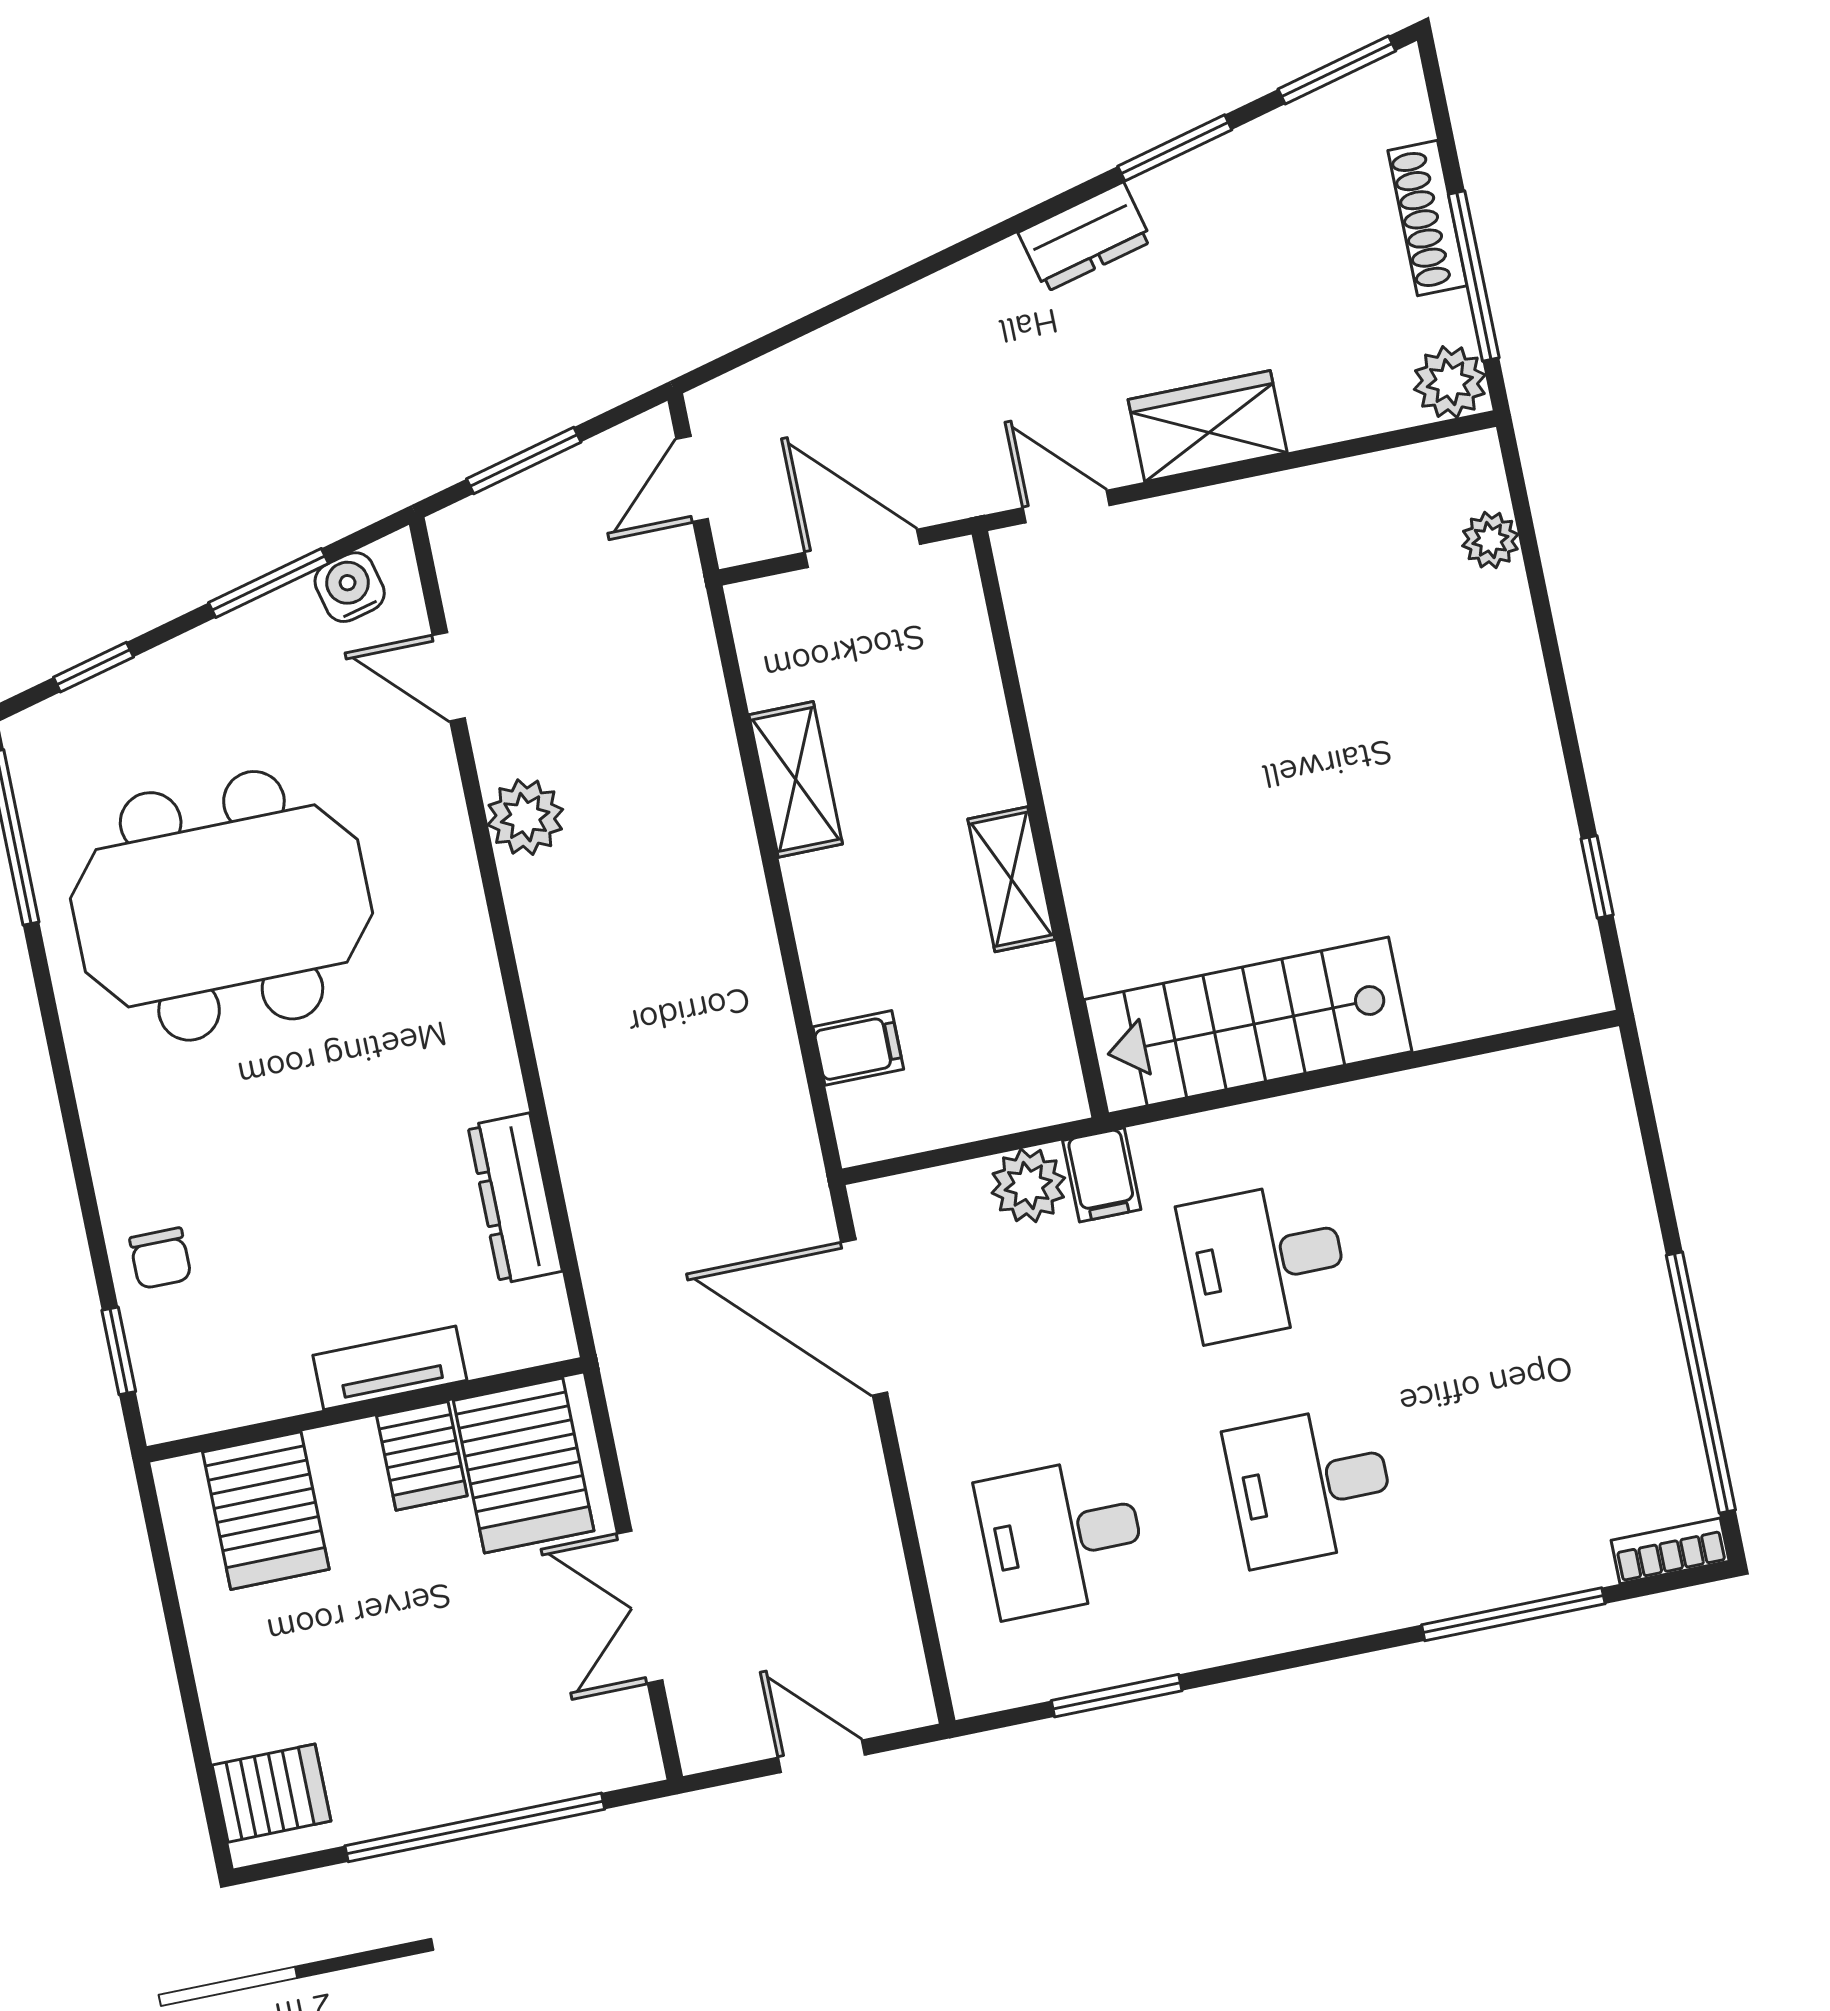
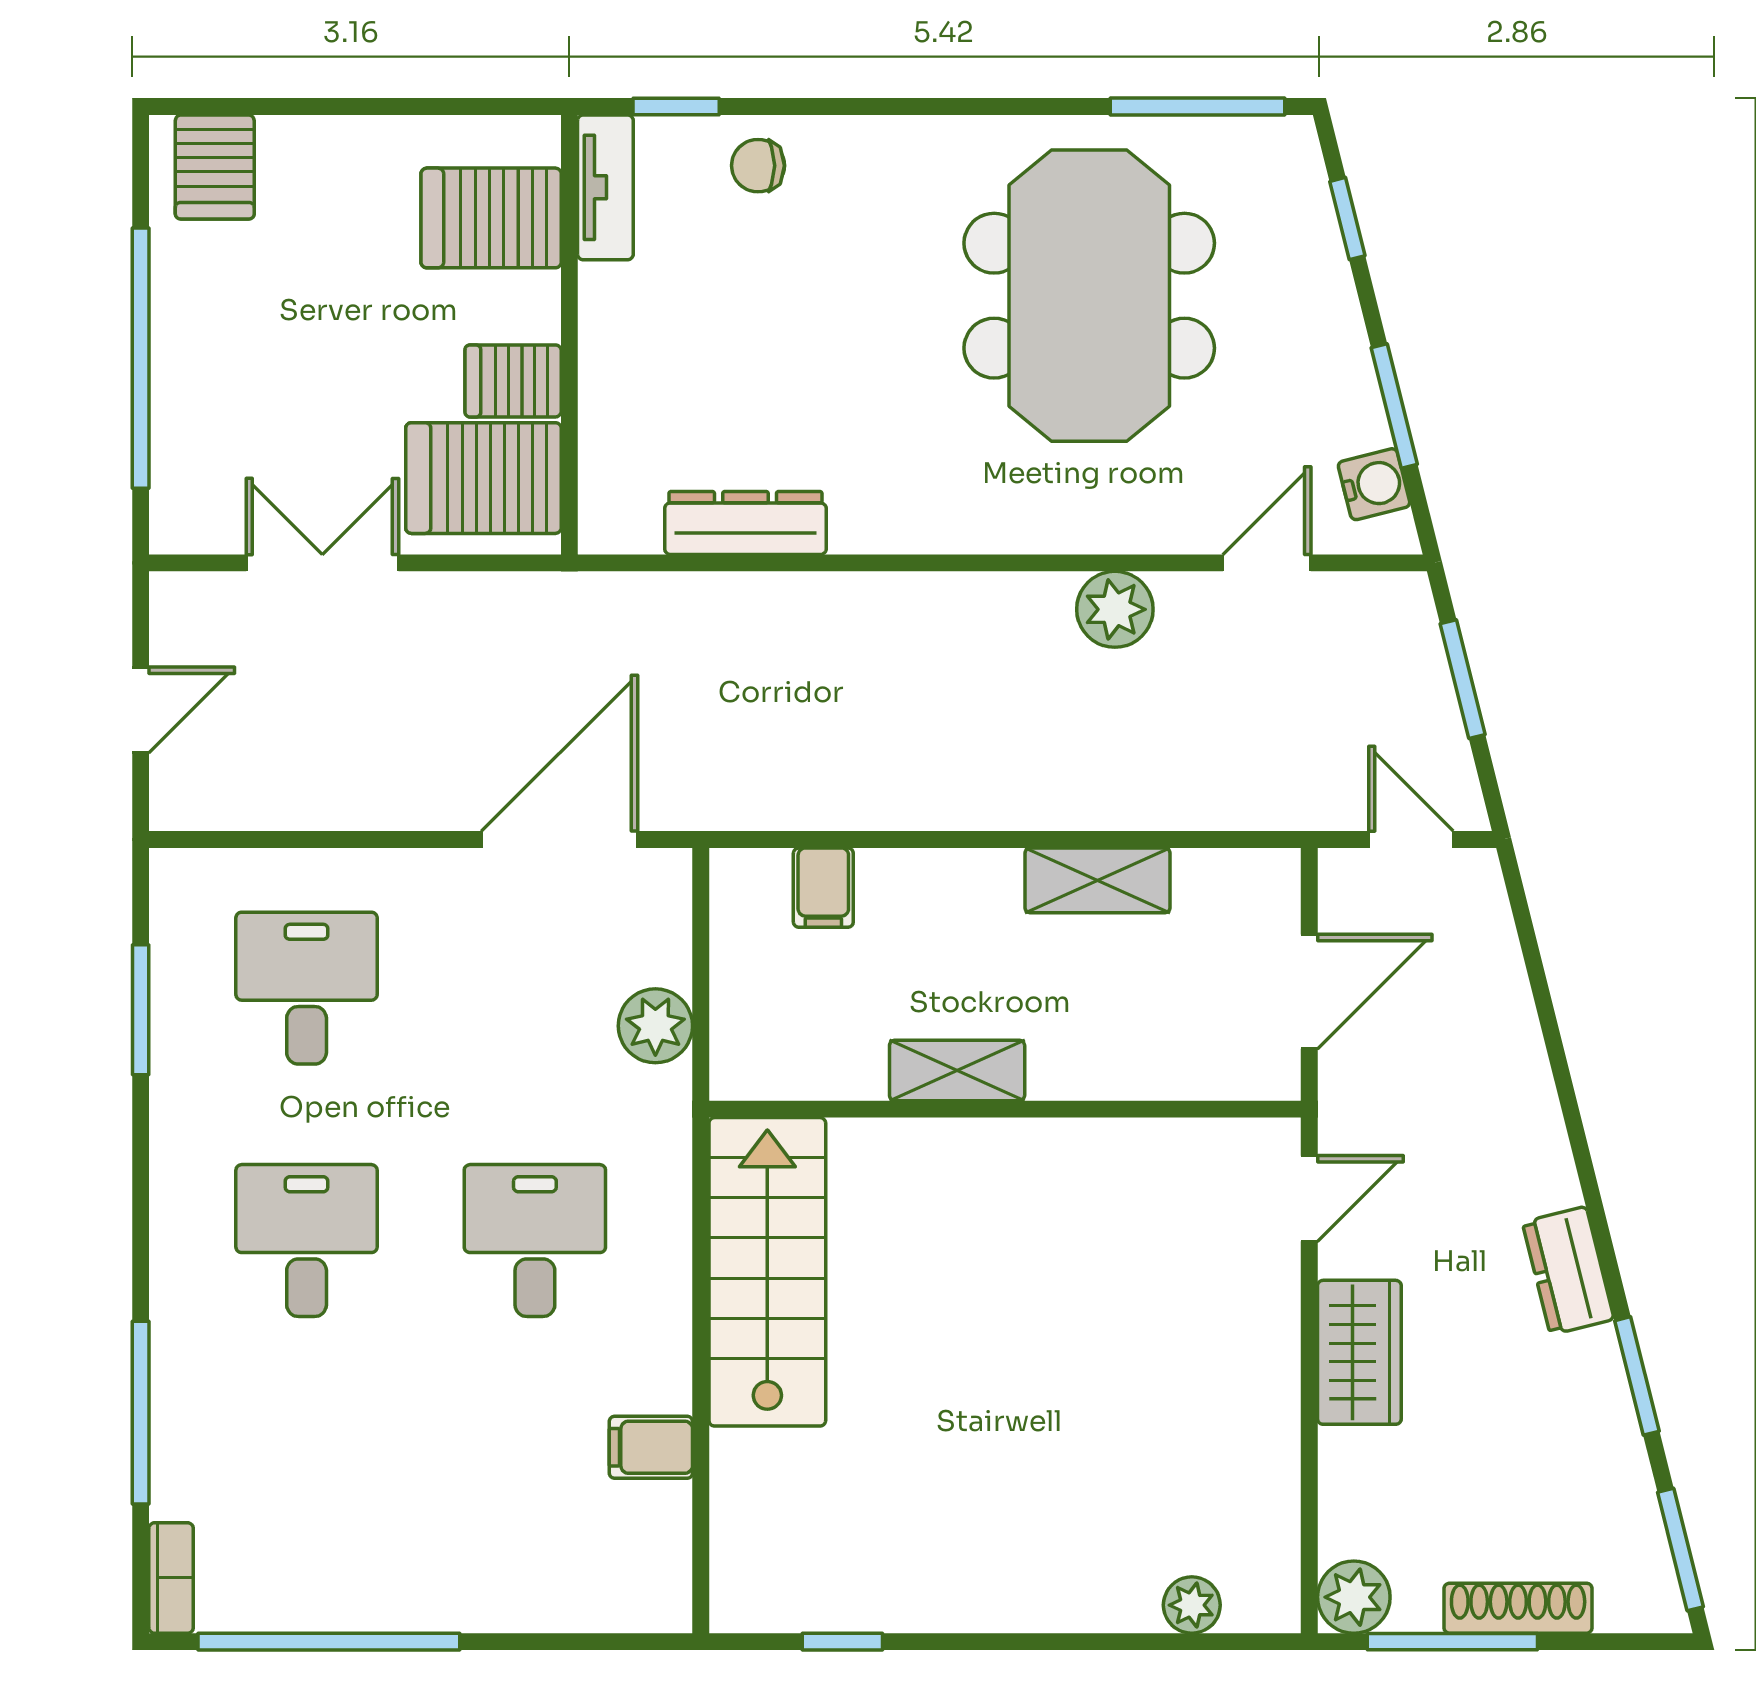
filing cabinet: (1102, 1175) -> (651, 1447), moved
tv unit: (390, 1368) -> (605, 187), moved

